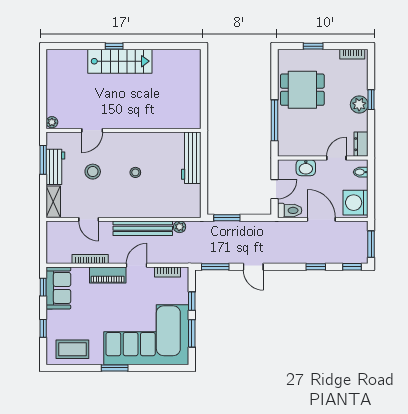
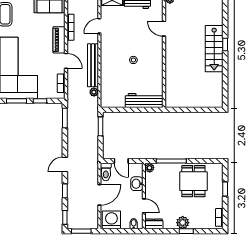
plant: (284, 150) -> (150, 168), added
stool: (93, 172) -> (134, 29), removed
door: (253, 267) -> (65, 164), moved

